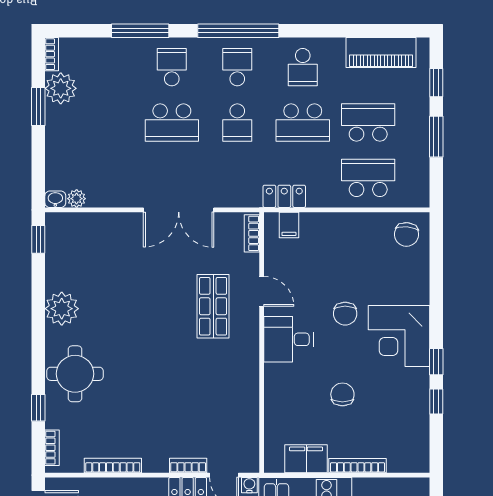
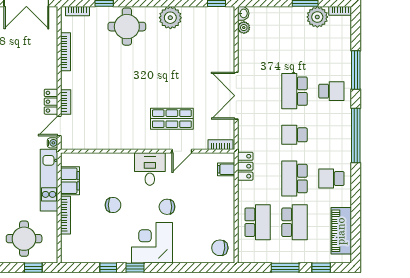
school desk: (237, 67) -> (331, 135), removed

